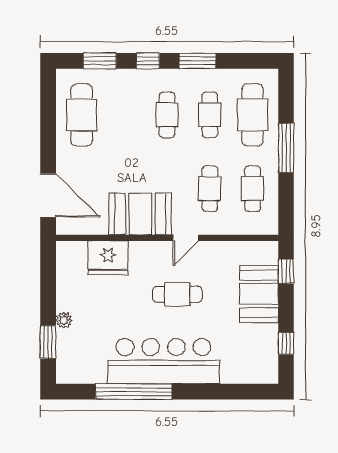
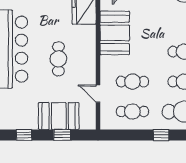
window: (286, 148) -> (161, 135), width x0.46
door: (186, 238) -> (98, 94), moved
window: (286, 271) -> (62, 135), moved

